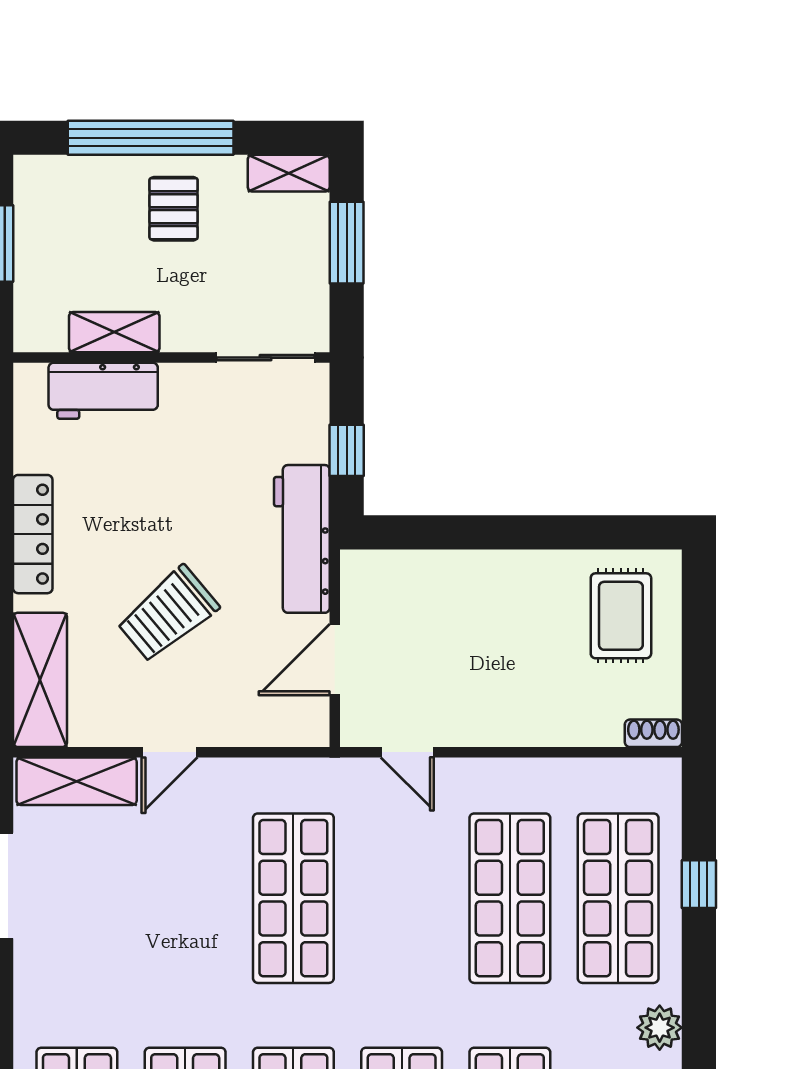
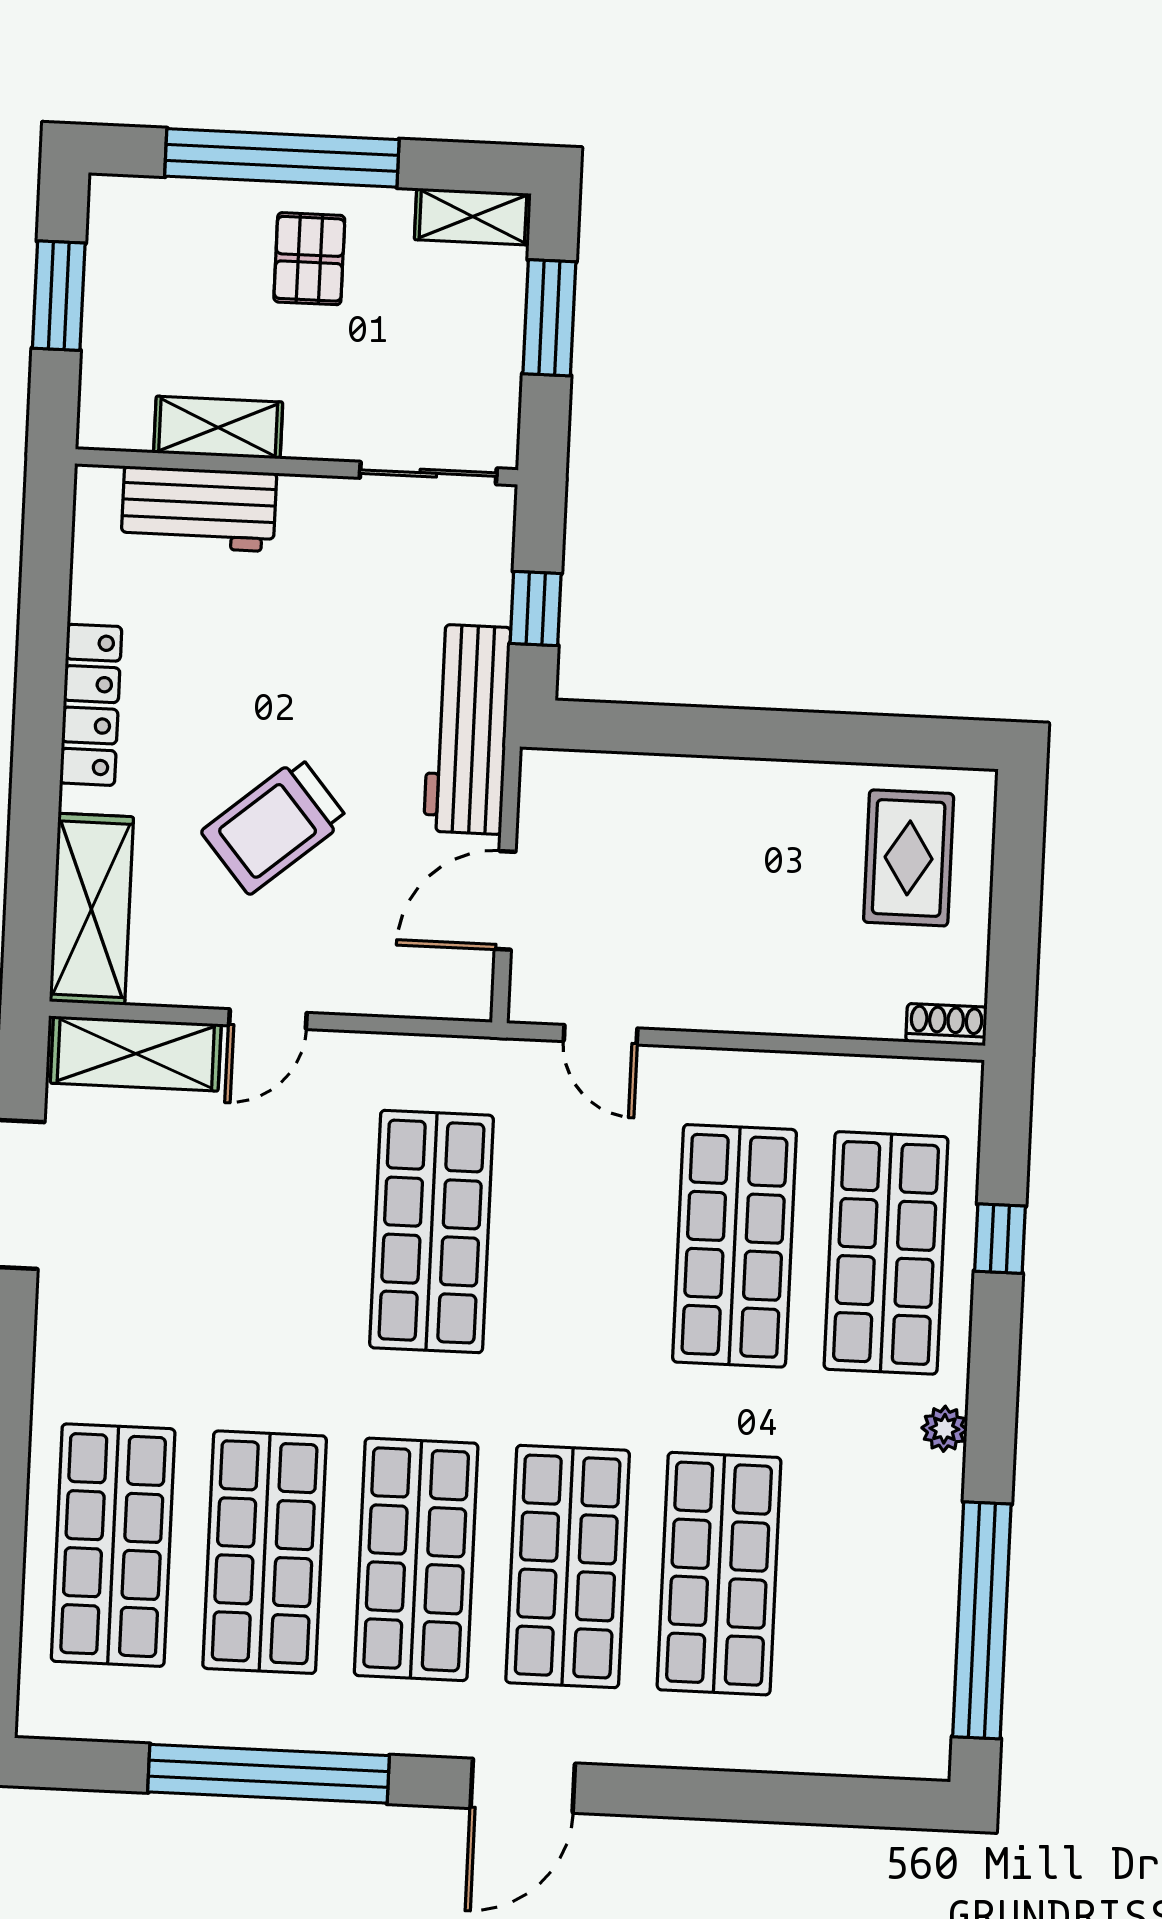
plant: (660, 1028) -> (944, 1429), width x0.73, depth x0.73

